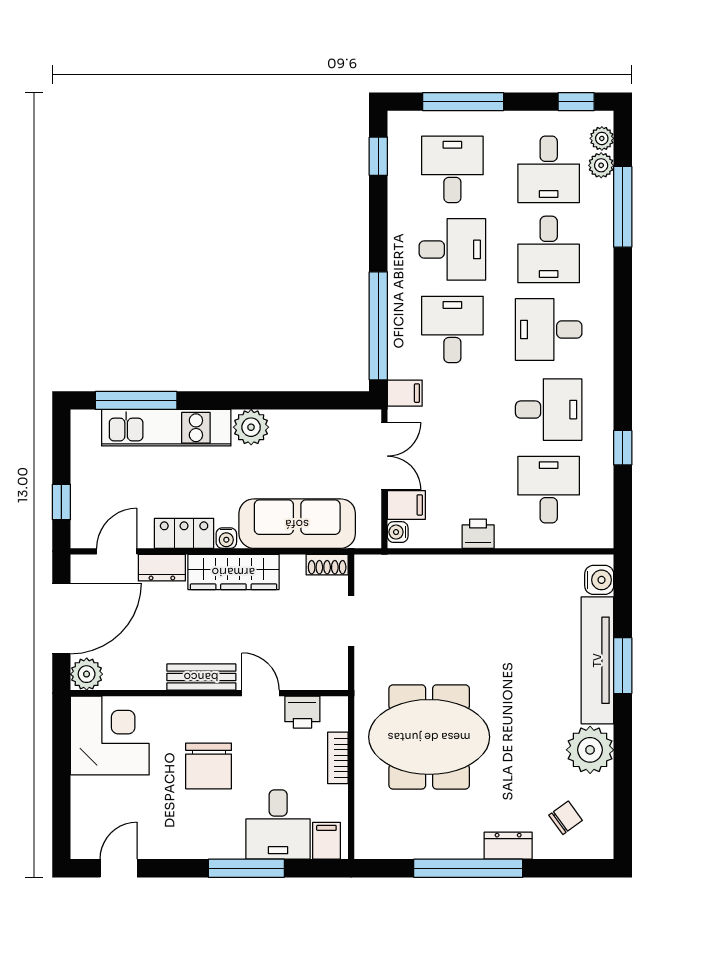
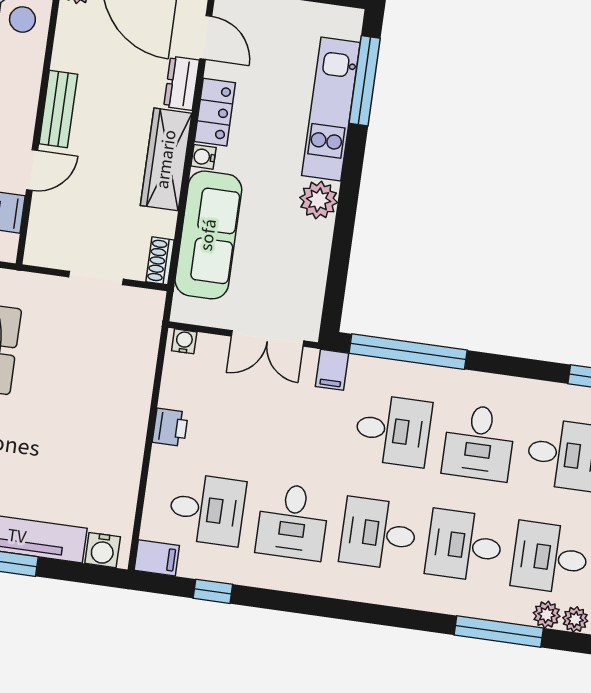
desk: (549, 330) -> (378, 534), turned -90
window: (623, 448) -> (213, 591), moved
filing cabinet: (406, 505) -> (157, 558), moved, turned -90

